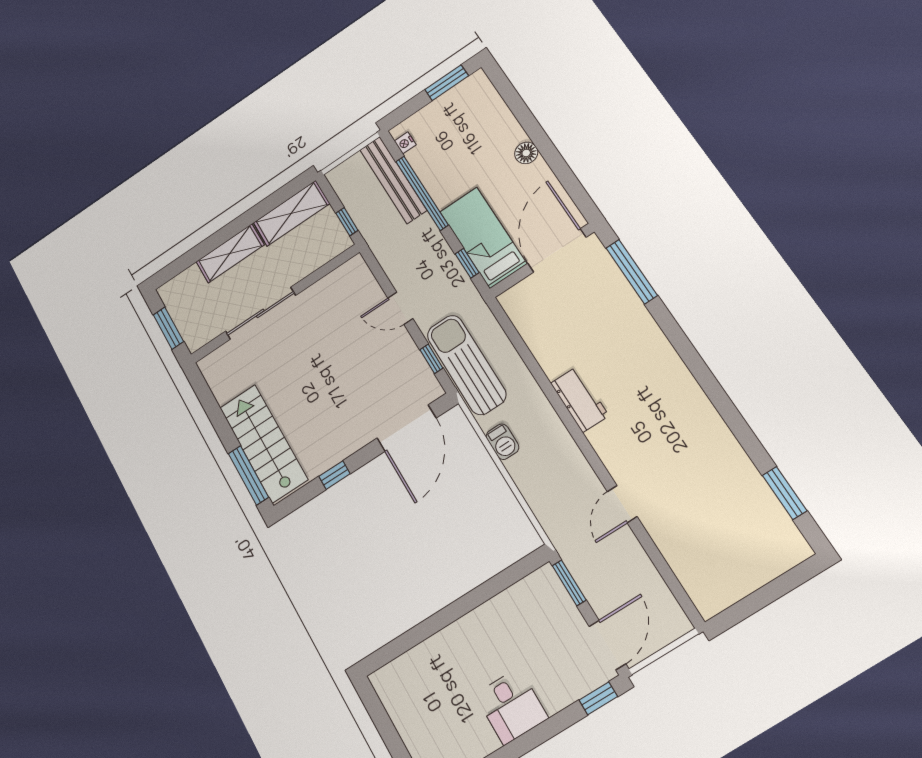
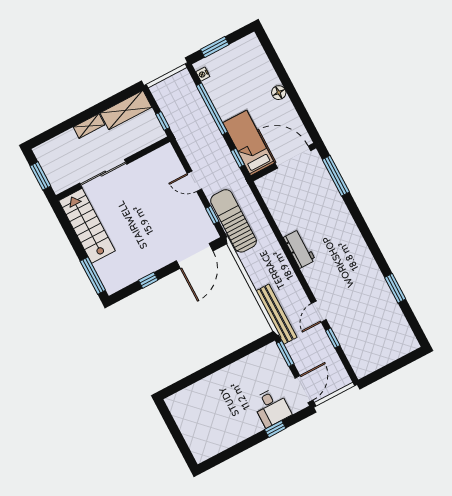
window: (447, 83) -> (215, 47), moved
bench: (393, 180) -> (276, 314), moved
door: (557, 250) -> (293, 157), hinge flipped
shelving: (230, 253) -> (89, 126), width x0.67, depth x0.75
barbecue: (503, 442) -> (252, 269), removed
stairs: (263, 443) -> (87, 226), moved
window: (785, 493) -> (395, 288), moved
window: (651, 549) -> (333, 338), added
window: (598, 698) -> (275, 429), moved
desk: (511, 706) -> (272, 407), moved

